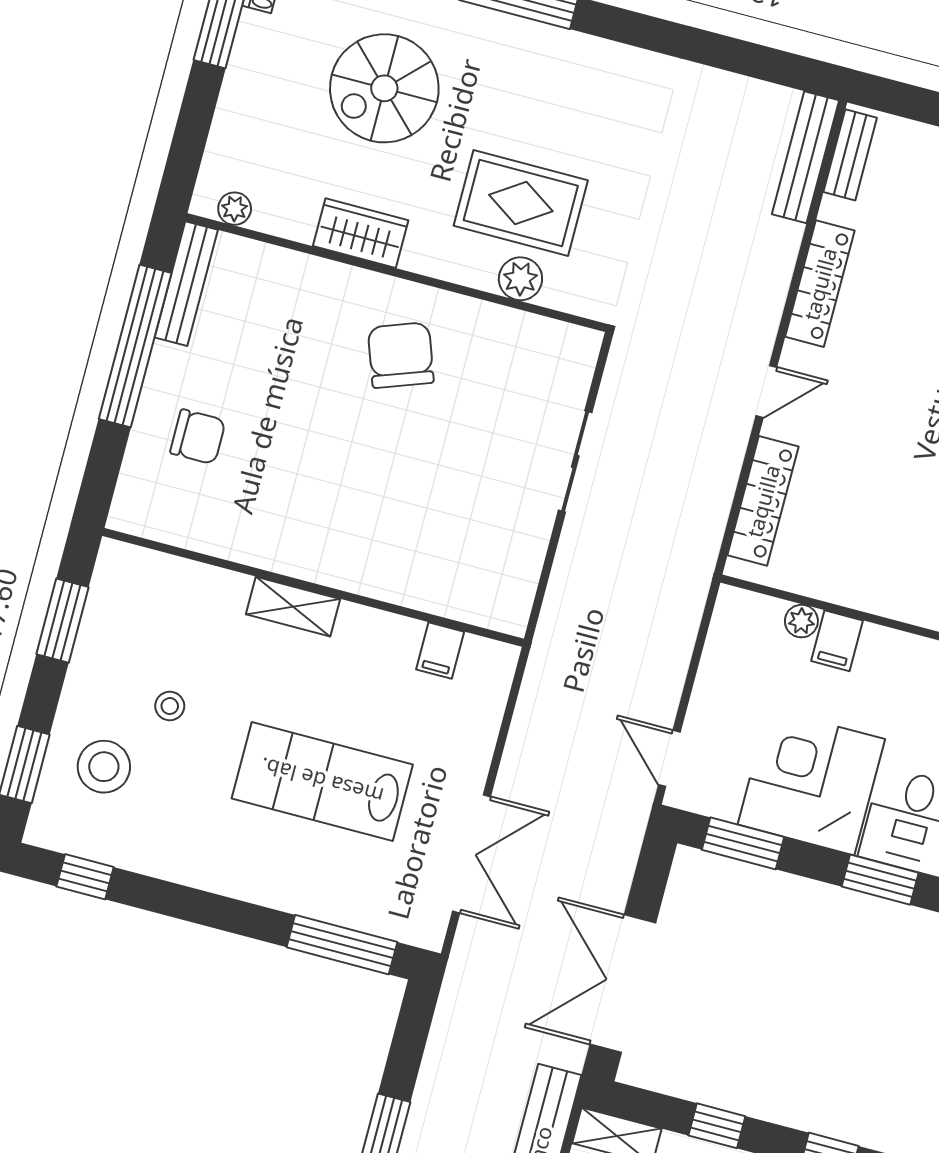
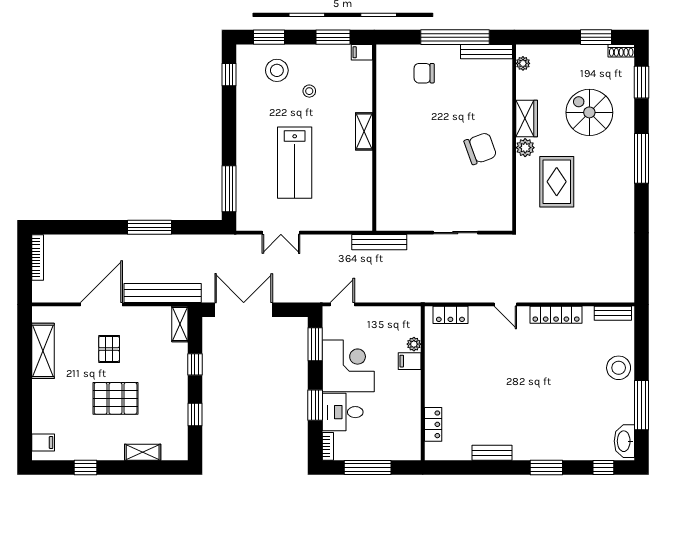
bench: (805, 157) -> (379, 242), moved
plant: (520, 279) -> (525, 148), moved
chair: (198, 437) -> (424, 73), turned 90
locker: (763, 501) -> (450, 315), width x0.66
filing cabinet: (440, 651) -> (362, 52), moved
lab bench: (322, 781) -> (295, 163), turned 180
double door: (471, 854) -> (281, 233), width x0.73

